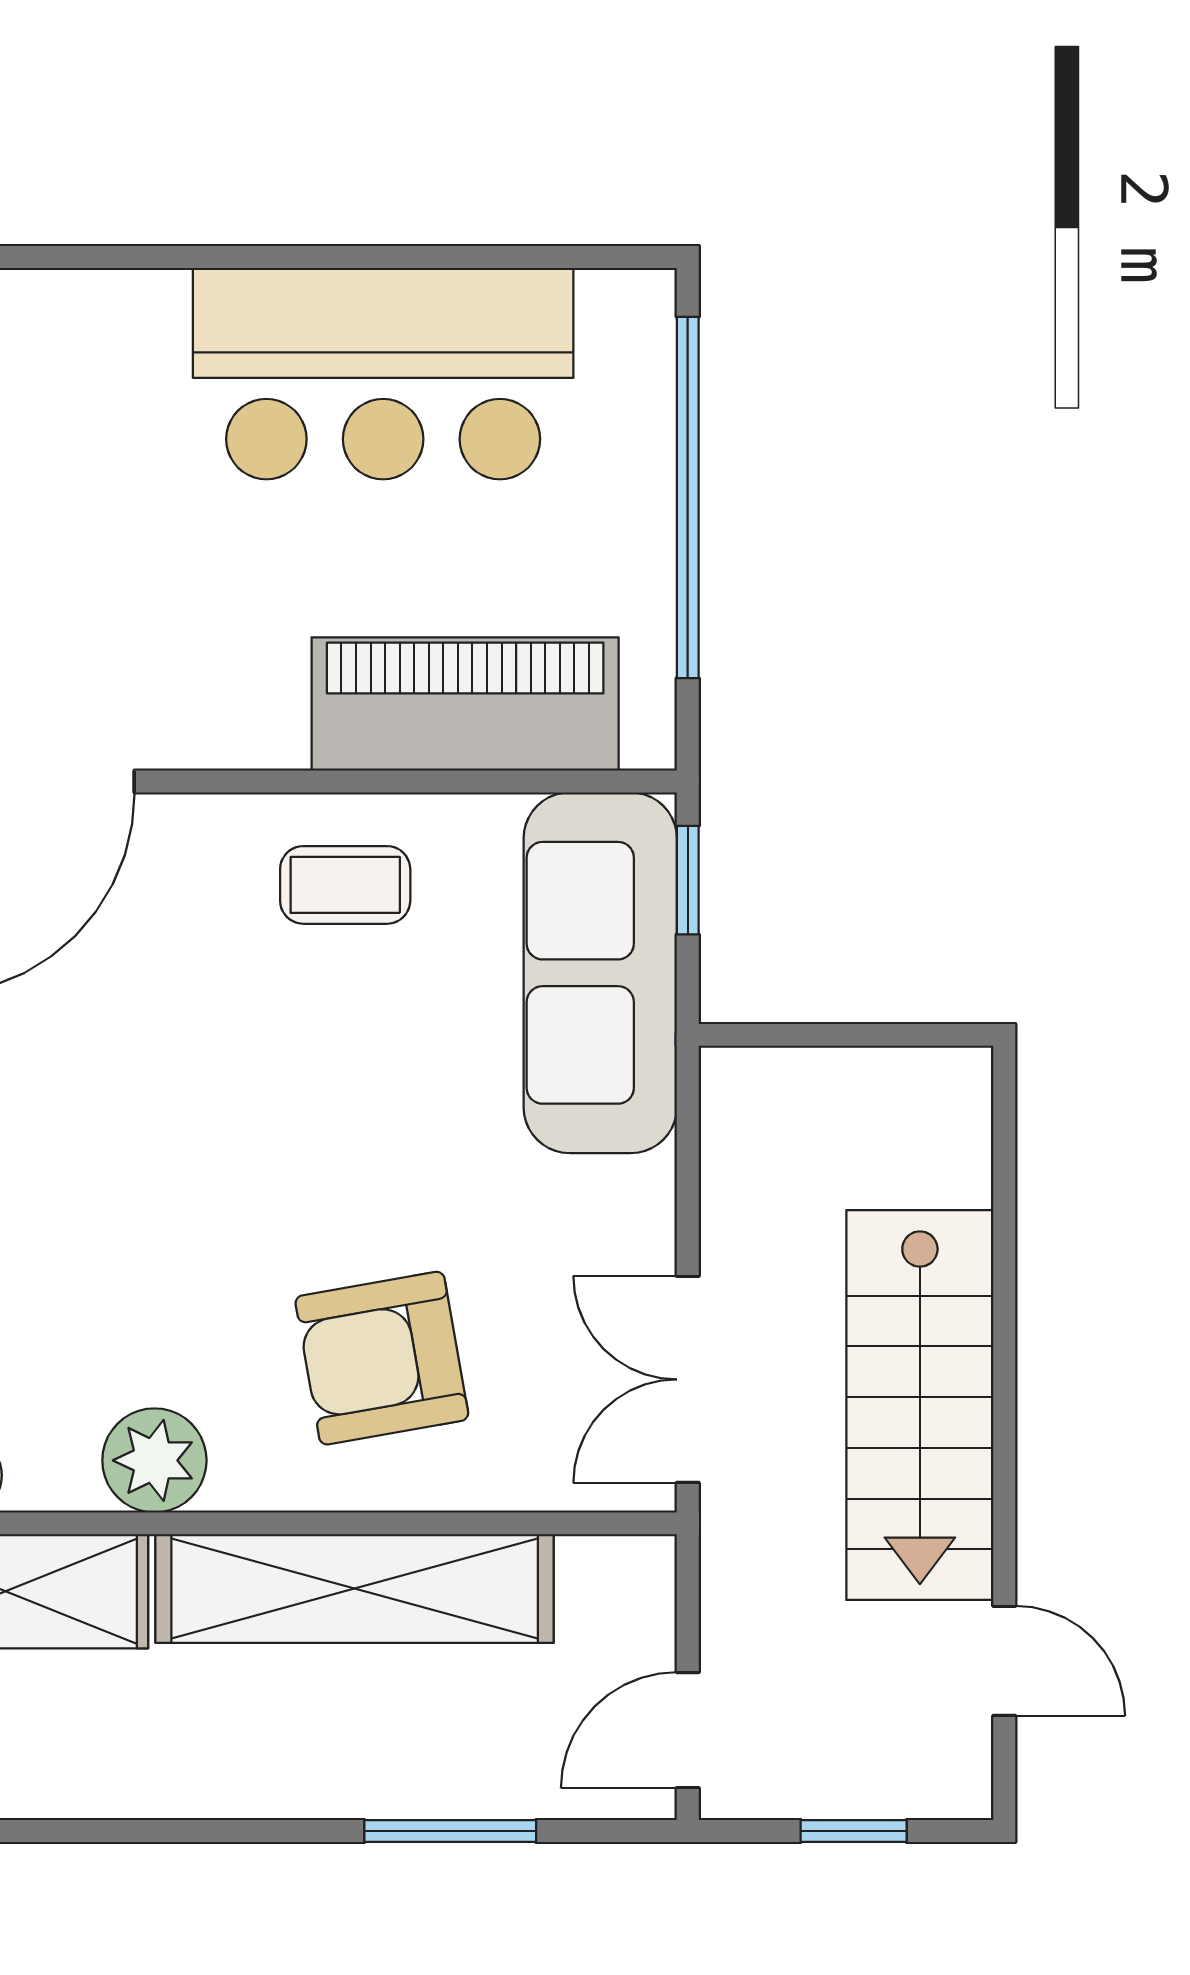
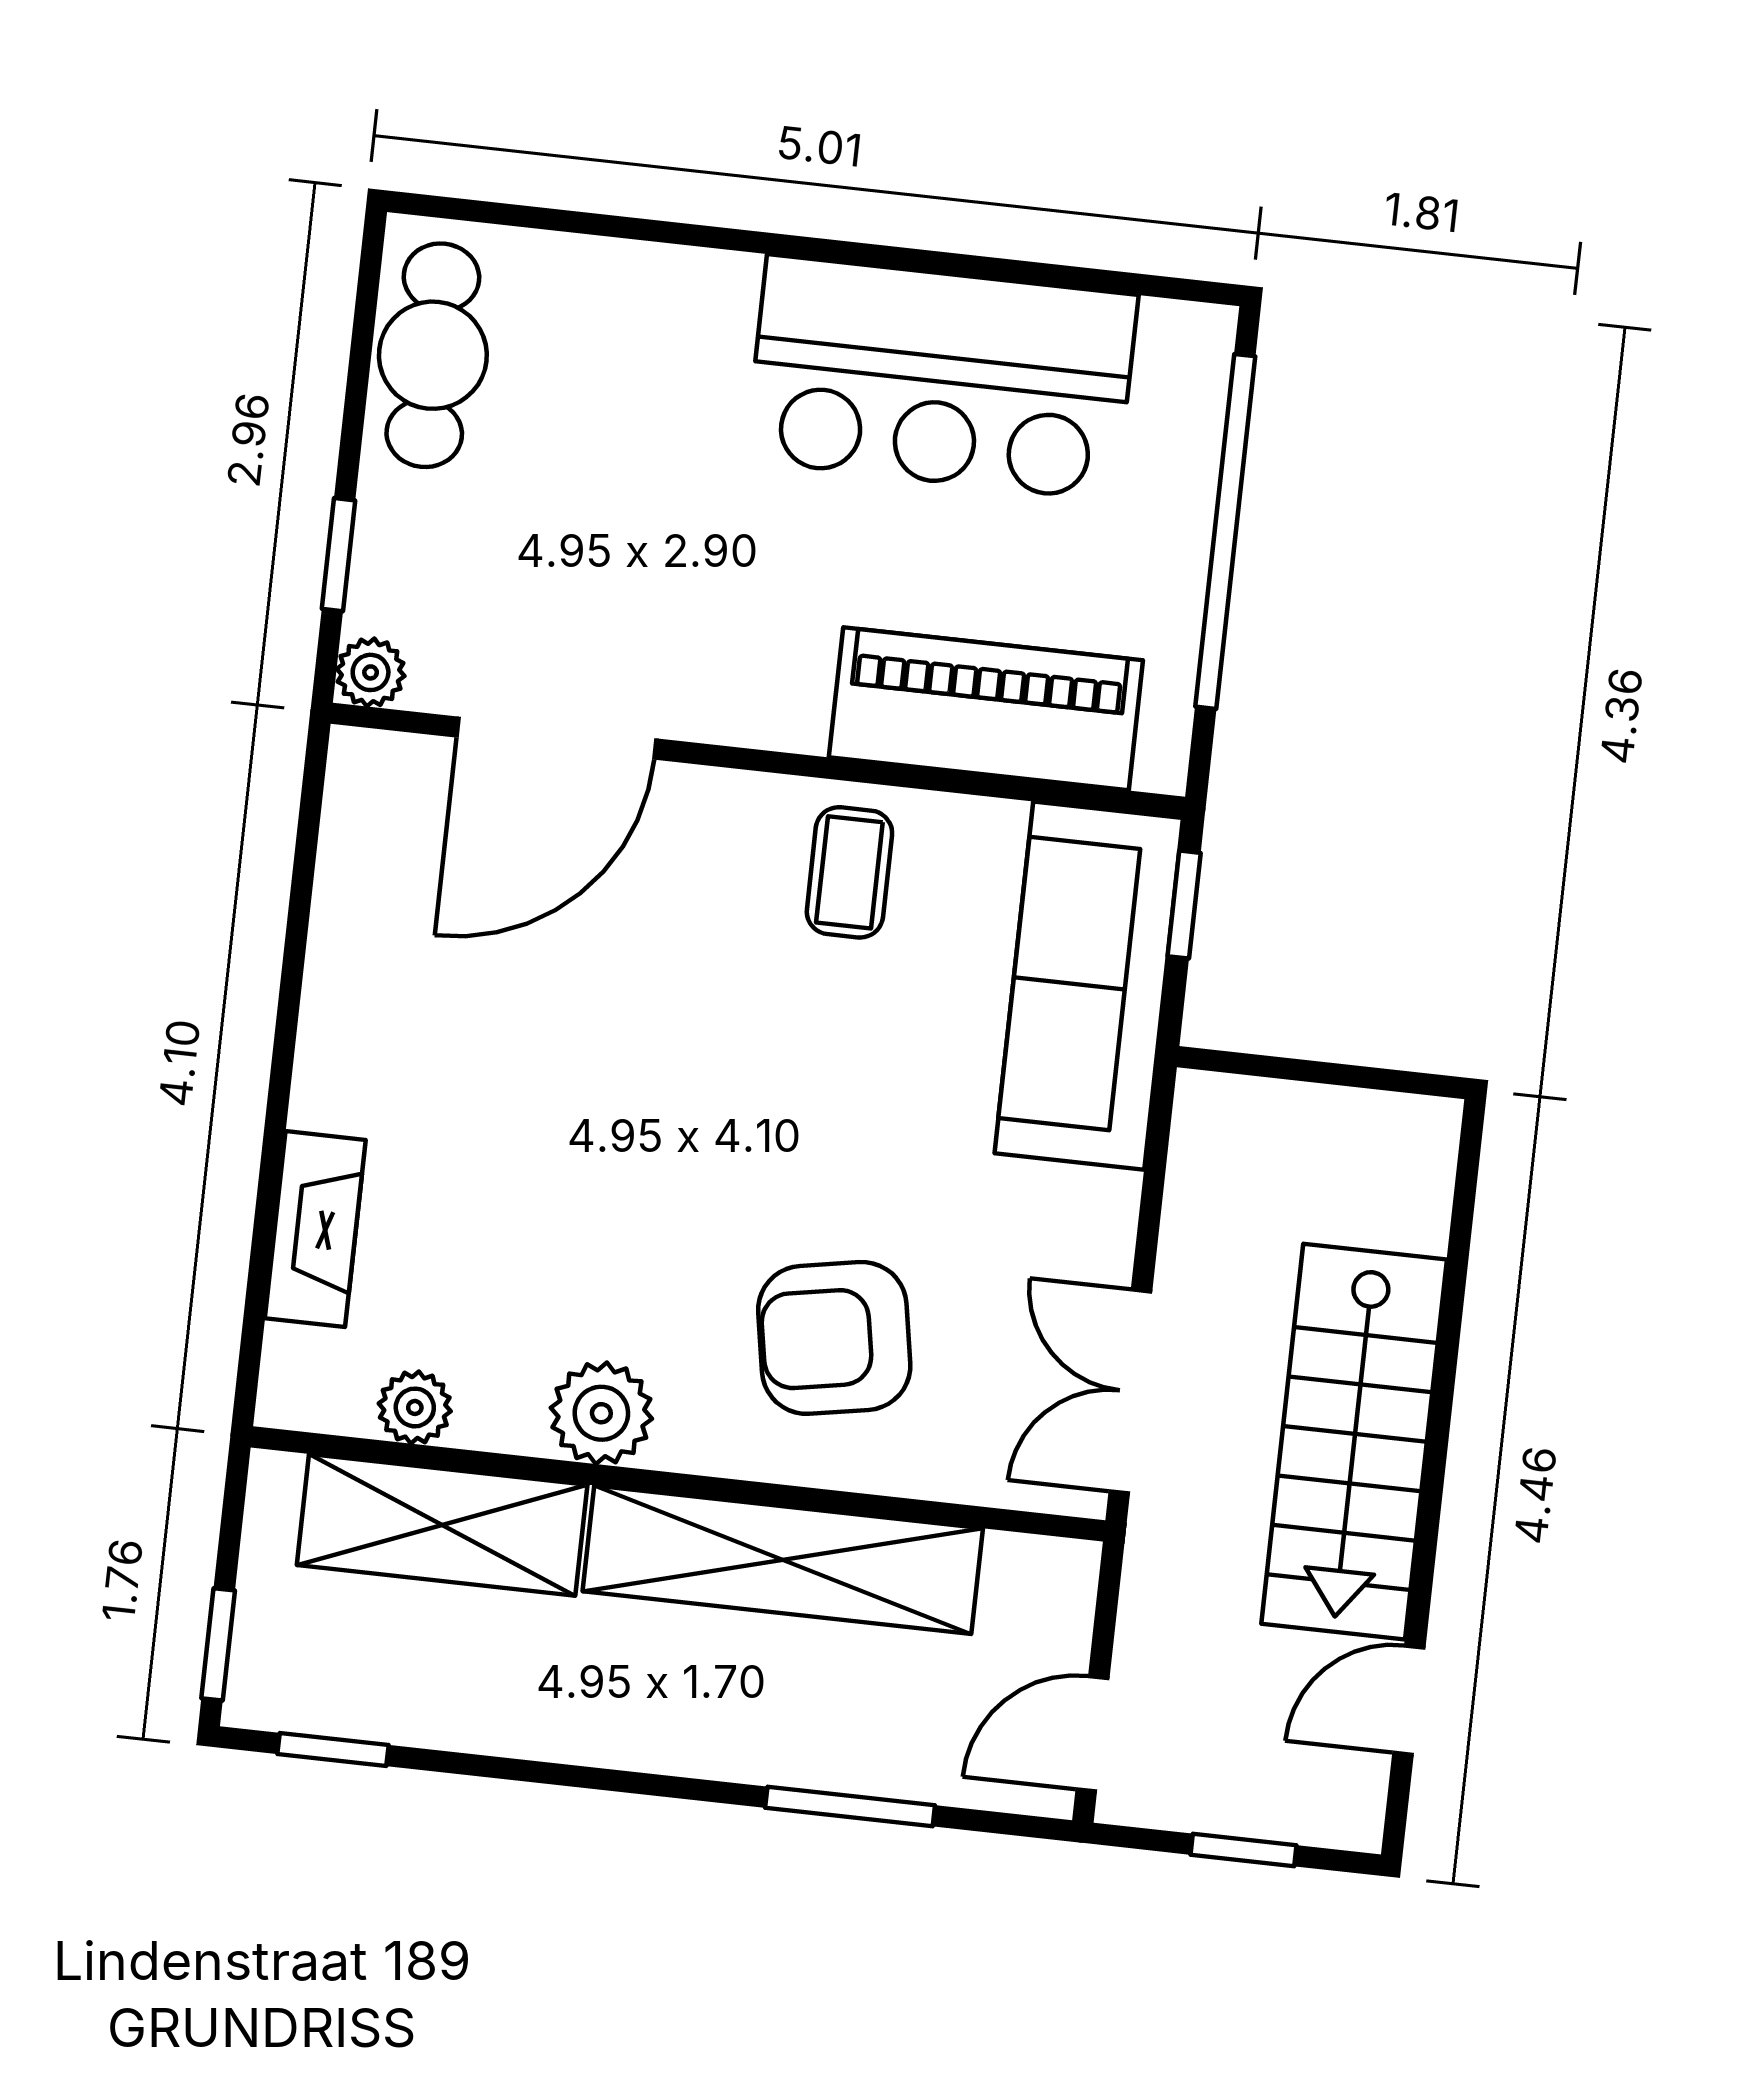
coffee table: (345, 885) -> (849, 872), turned 90
door: (1004, 1661) -> (1409, 1700), swing flipped

